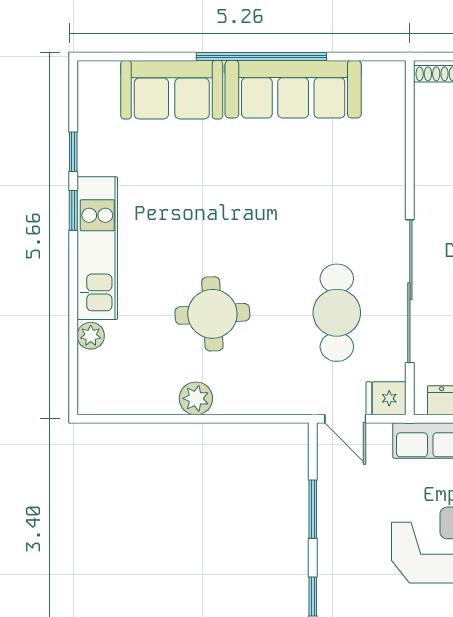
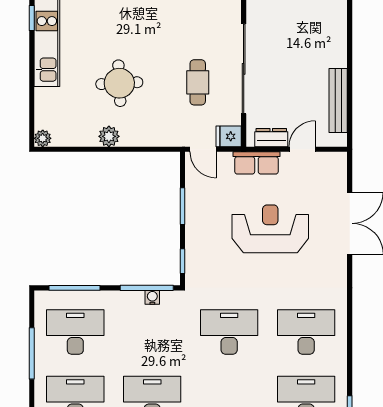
cafe table: (337, 313) -> (198, 82), width x0.73, depth x0.74
plant: (91, 336) -> (43, 138), moved

